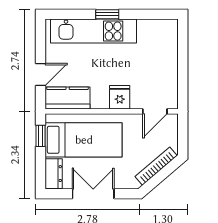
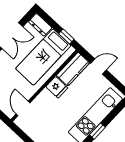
door: (41, 74) -> (99, 67), swing flipped
fridge: (120, 97) -> (57, 87), moved

